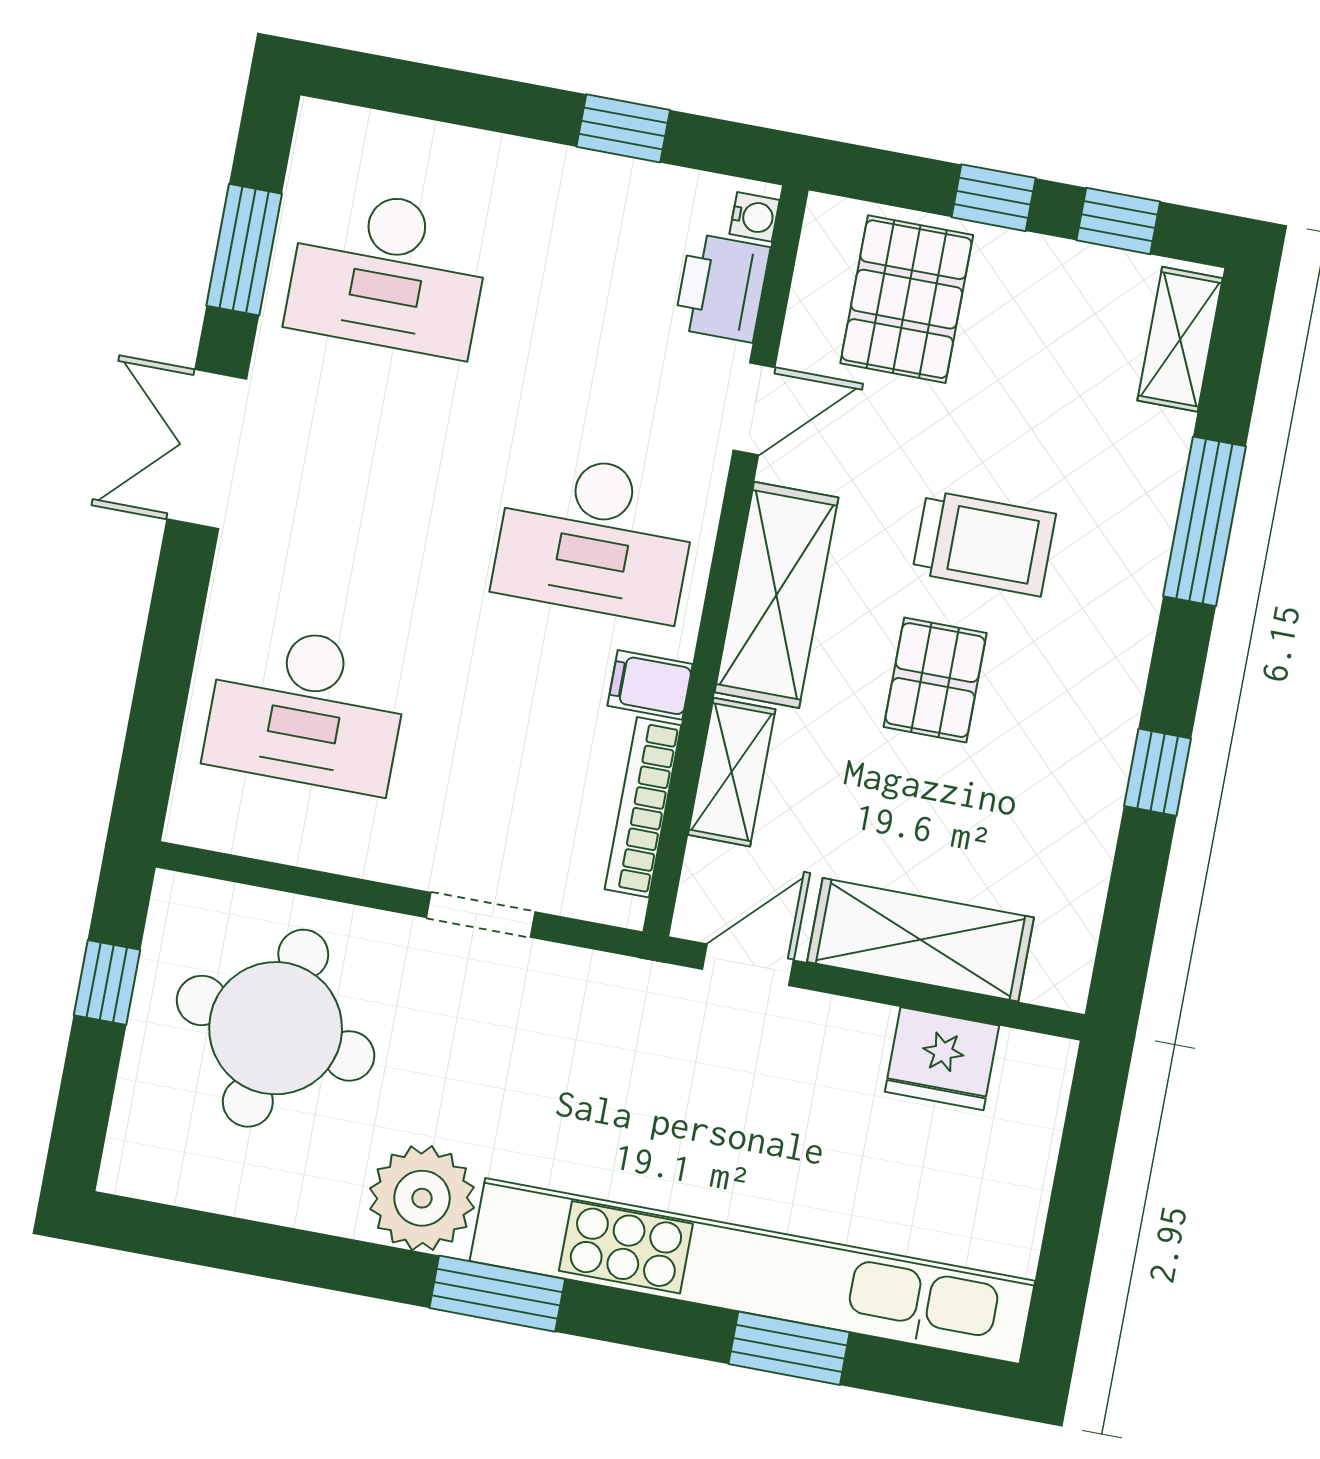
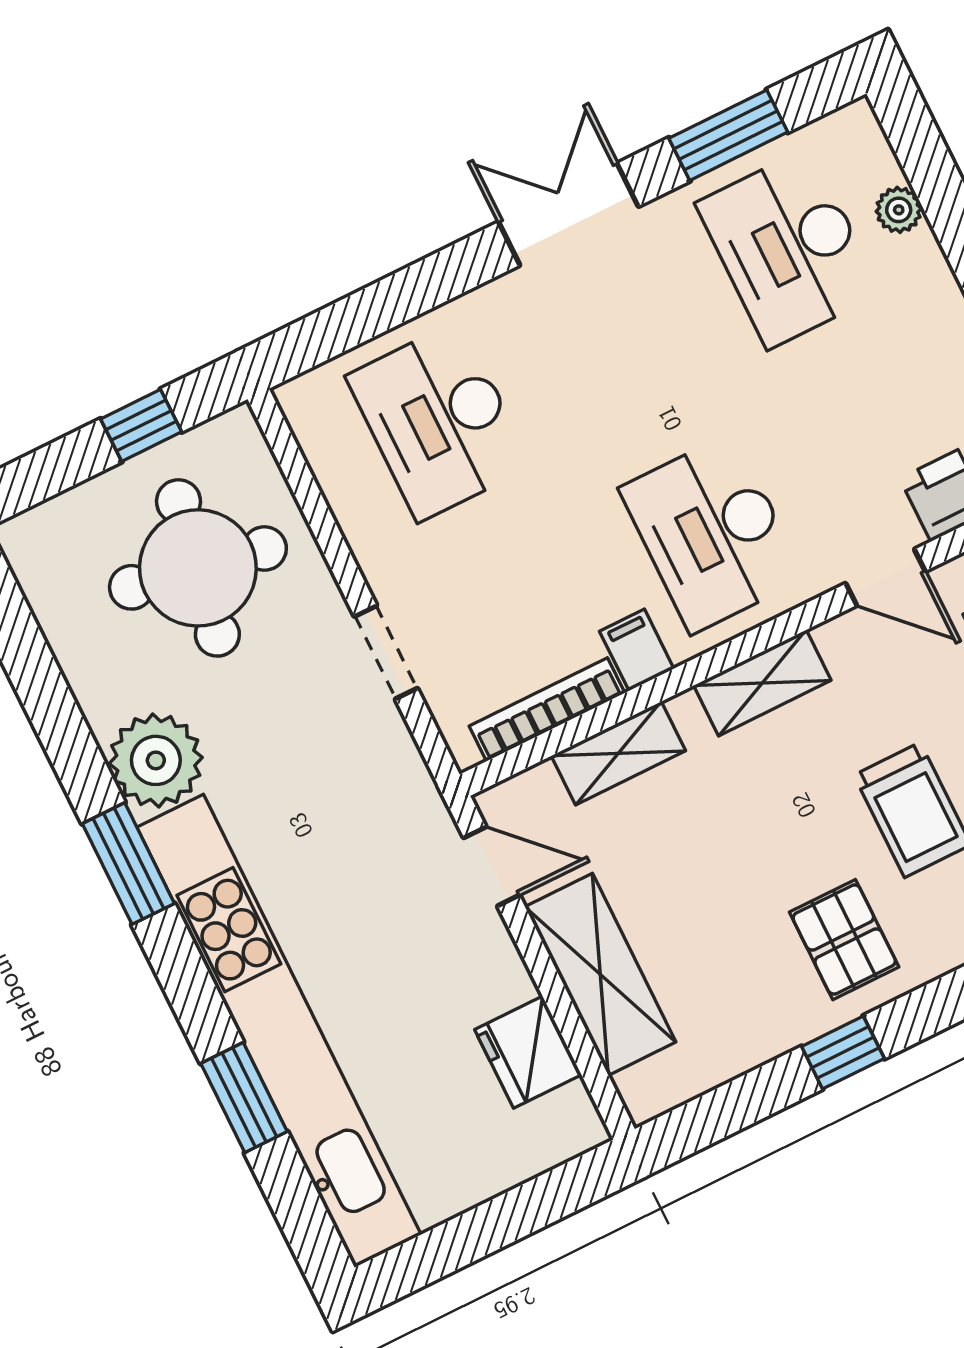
plant: (429, 146) -> (899, 210), added
shelving: (777, 595) -> (762, 683), width x0.67, depth x0.75
pallet: (935, 680) -> (844, 940), moved, turned 90

